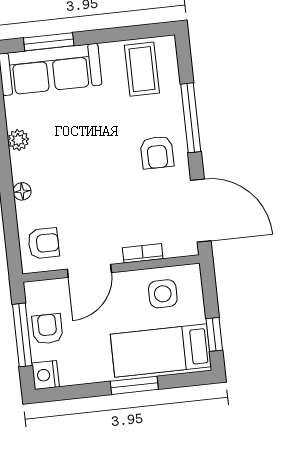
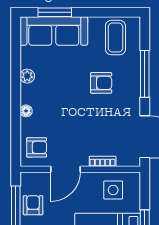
armchair: (157, 152) -> (101, 83), moved, turned -90

